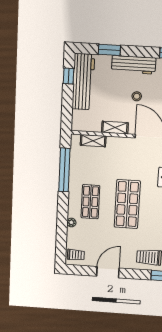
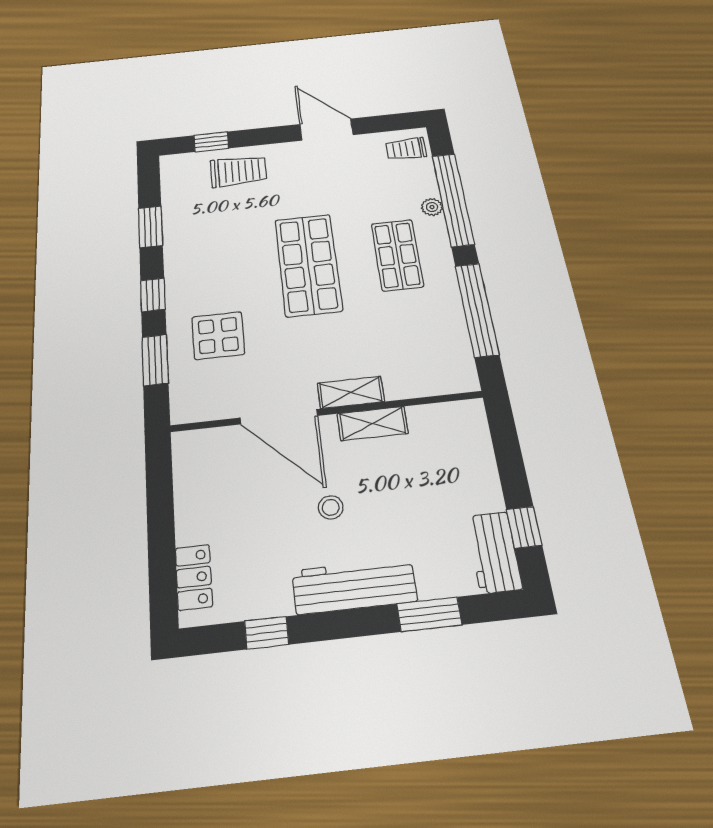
workbench: (83, 82) -> (494, 552), width x0.53, depth x0.76
shelving: (93, 141) -> (351, 392), moved
window: (62, 225) -> (453, 199), added
door: (108, 272) -> (326, 130), swing flipped

